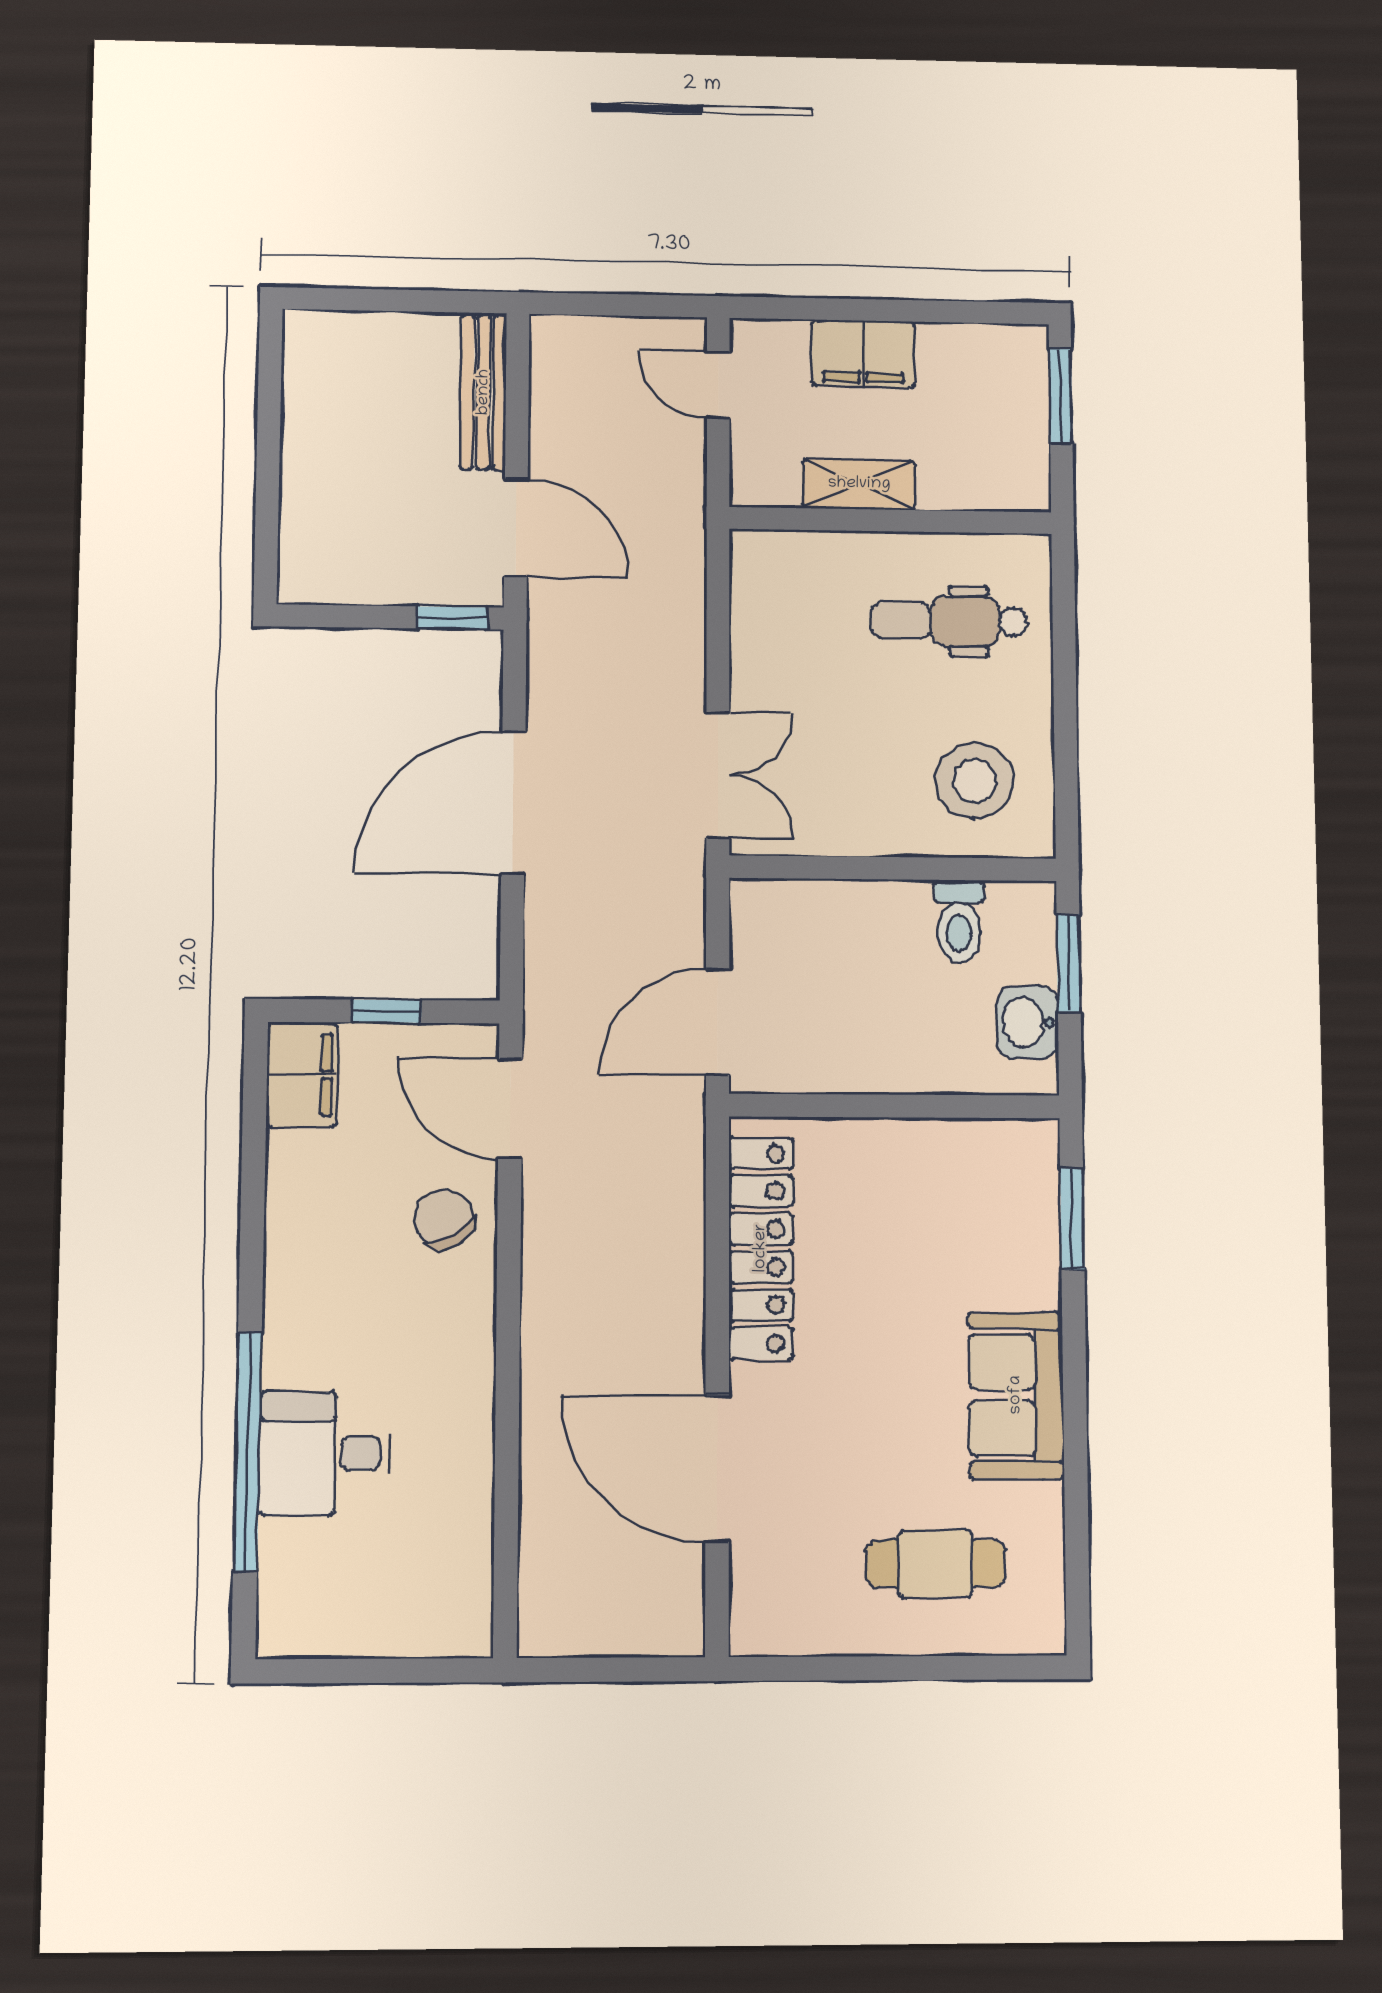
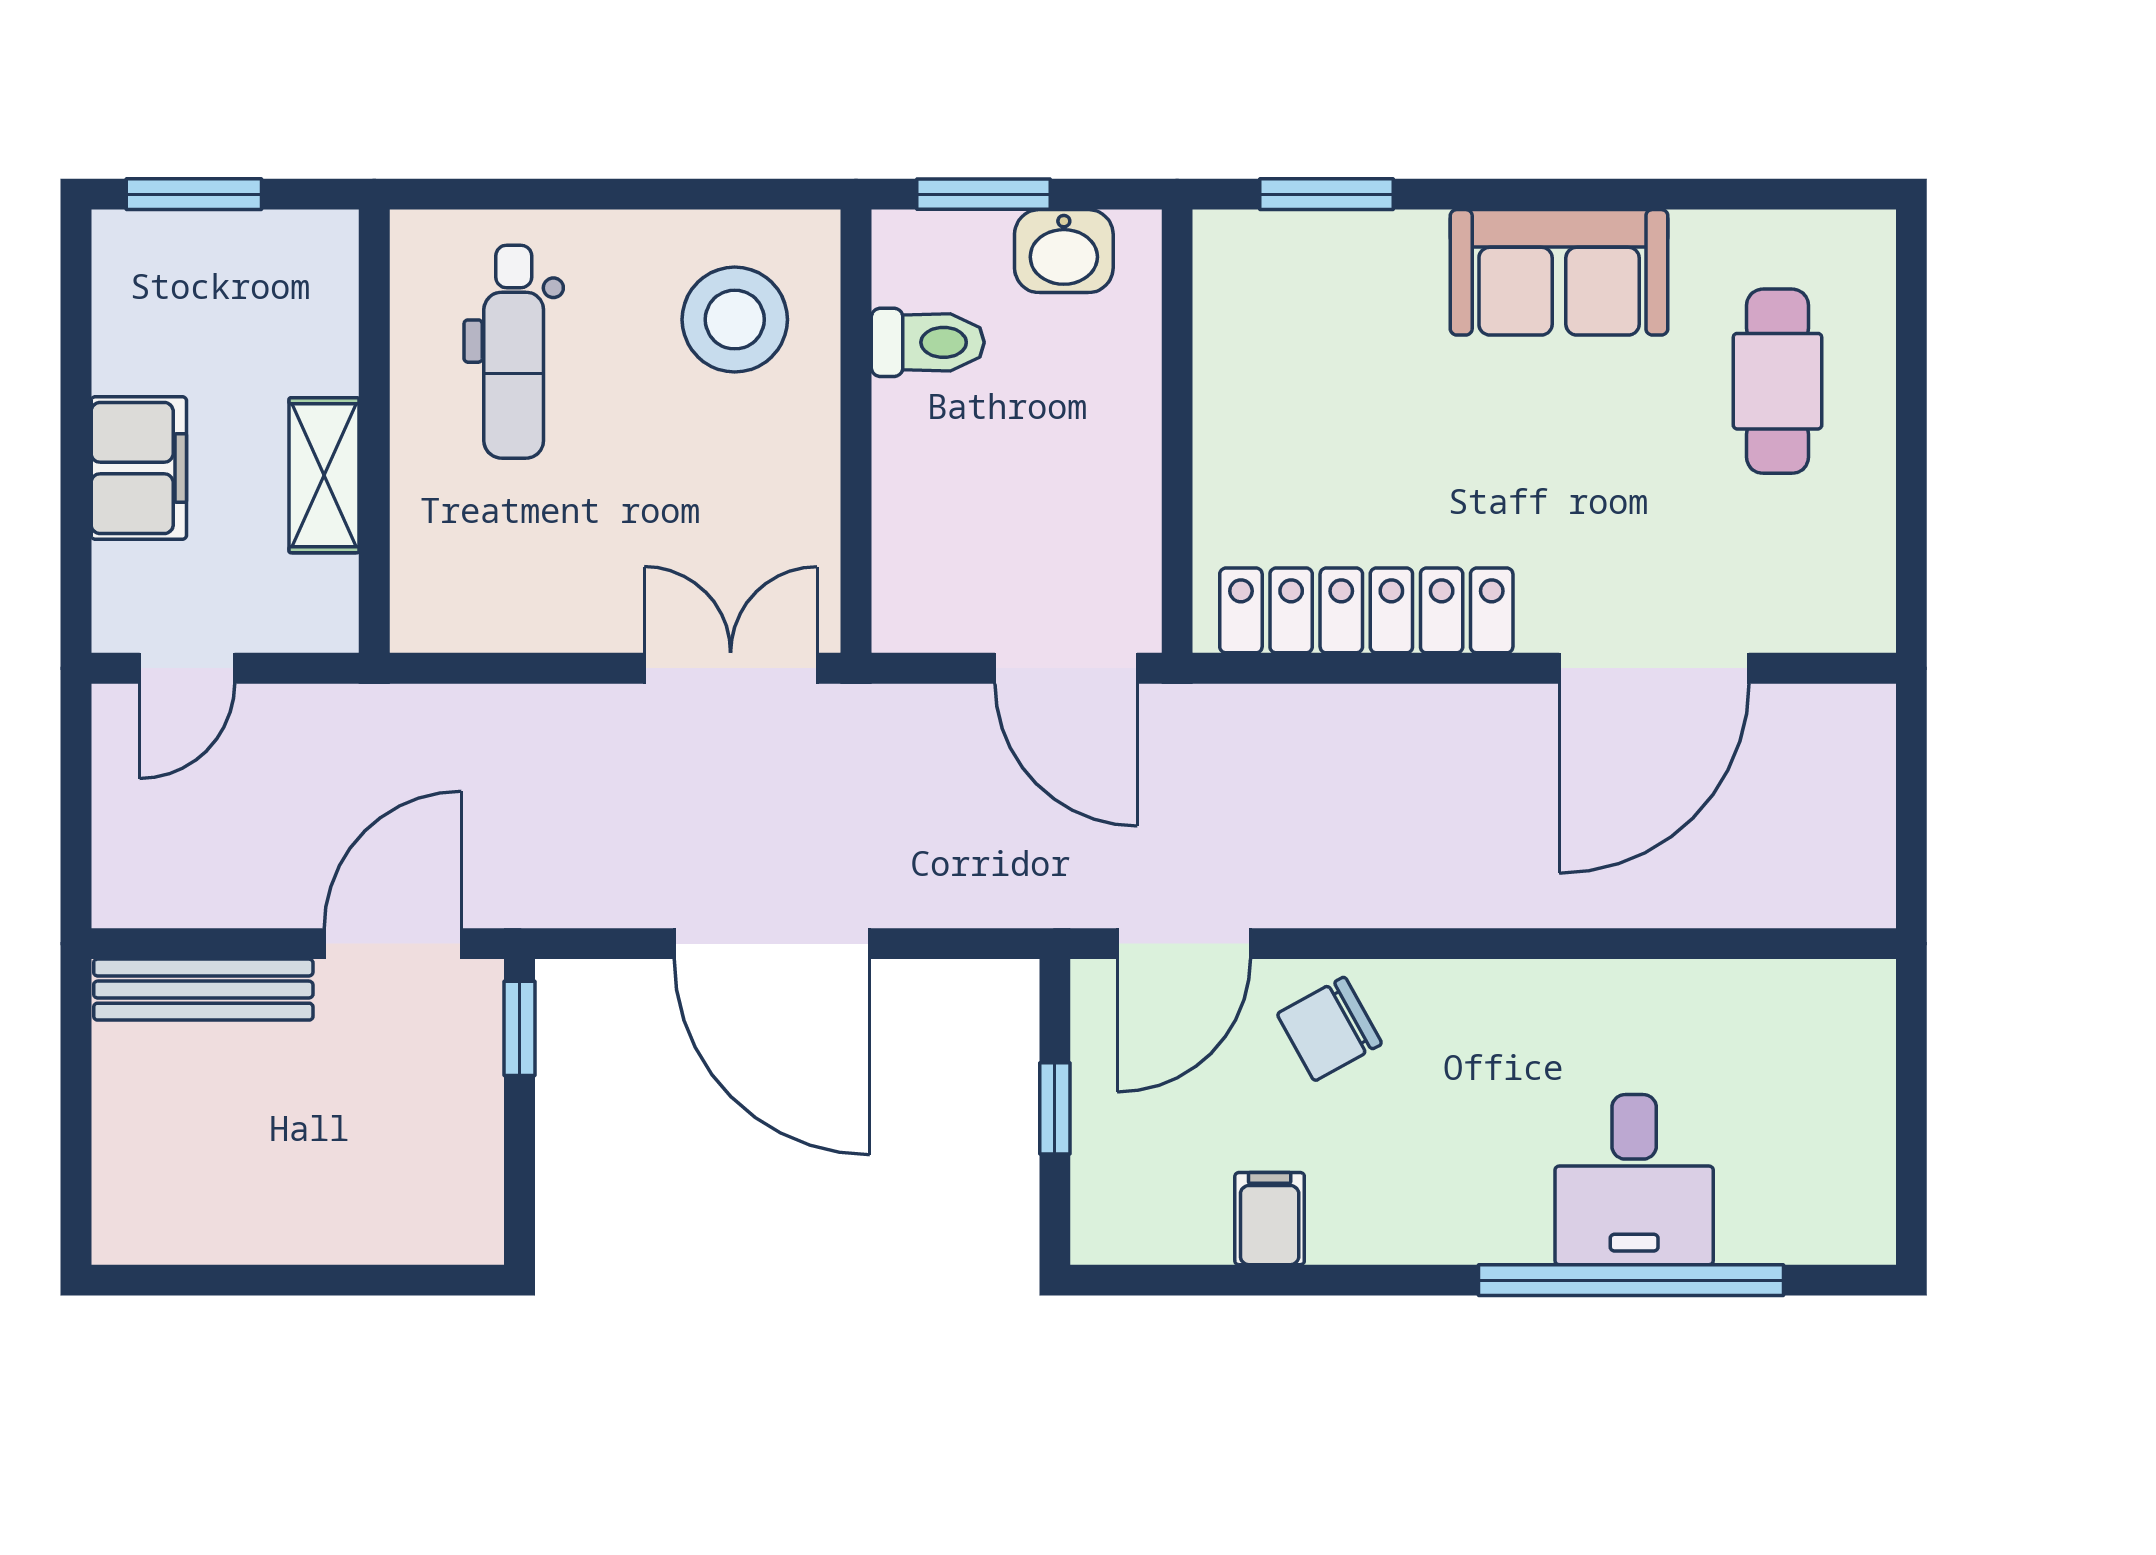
filing cabinet: (302, 1075) -> (1270, 1219), moved, width x0.50

